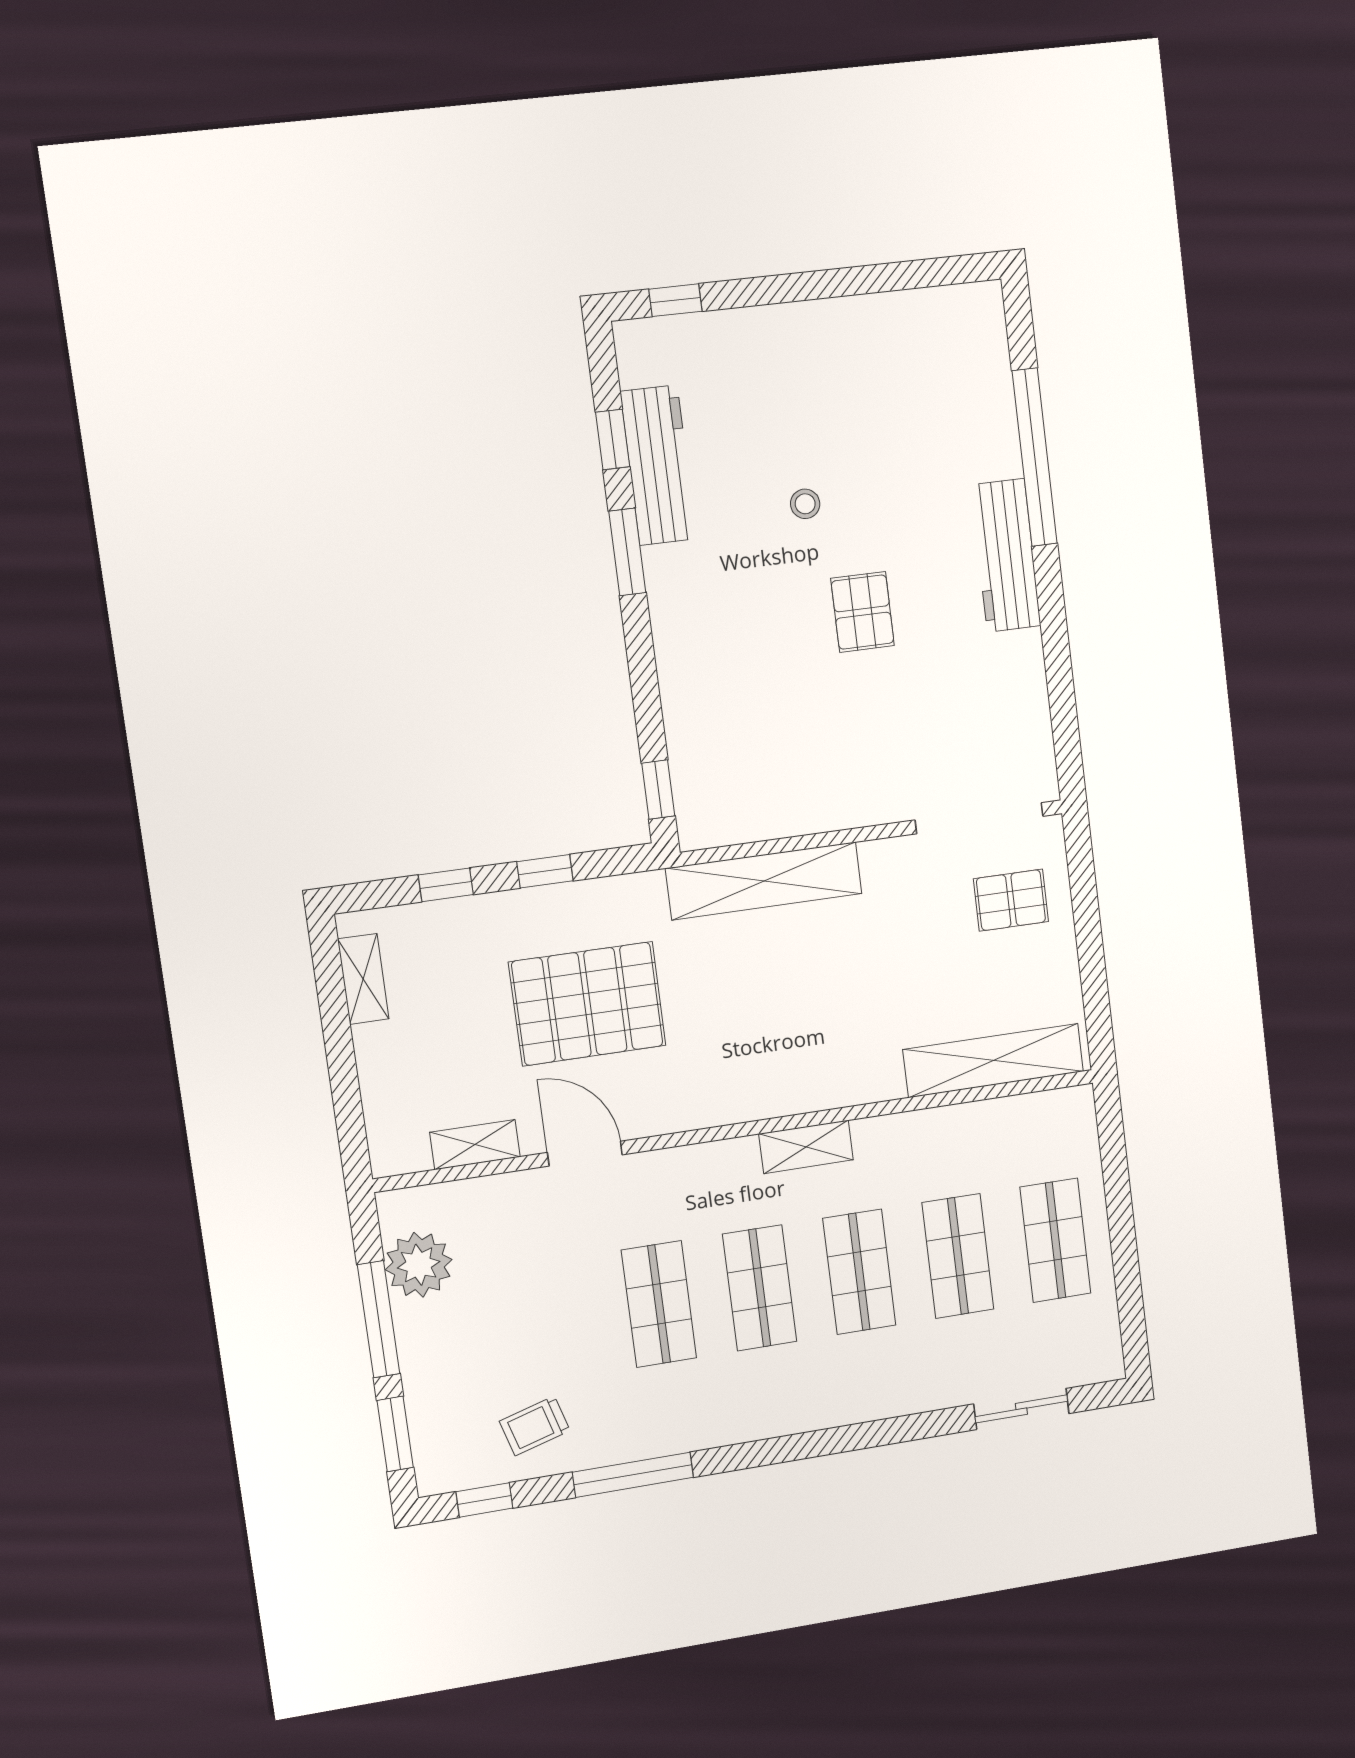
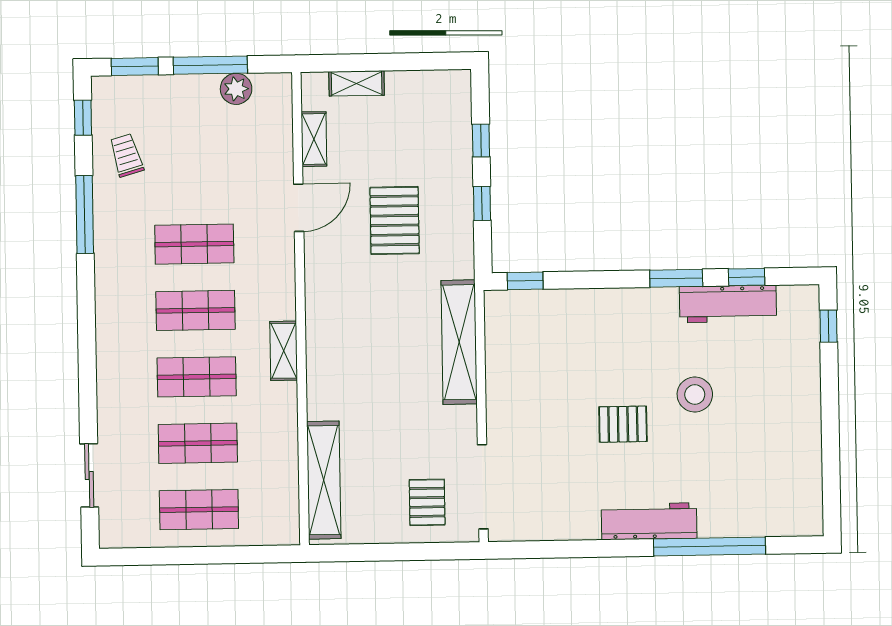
stool: (805, 504) -> (695, 394), width x1.89, depth x1.89
shelving: (363, 979) -> (357, 83), moved
pallet: (587, 1004) -> (395, 220), width x0.73, depth x0.71
plant: (419, 1265) -> (236, 89), width x0.73, depth x0.73

